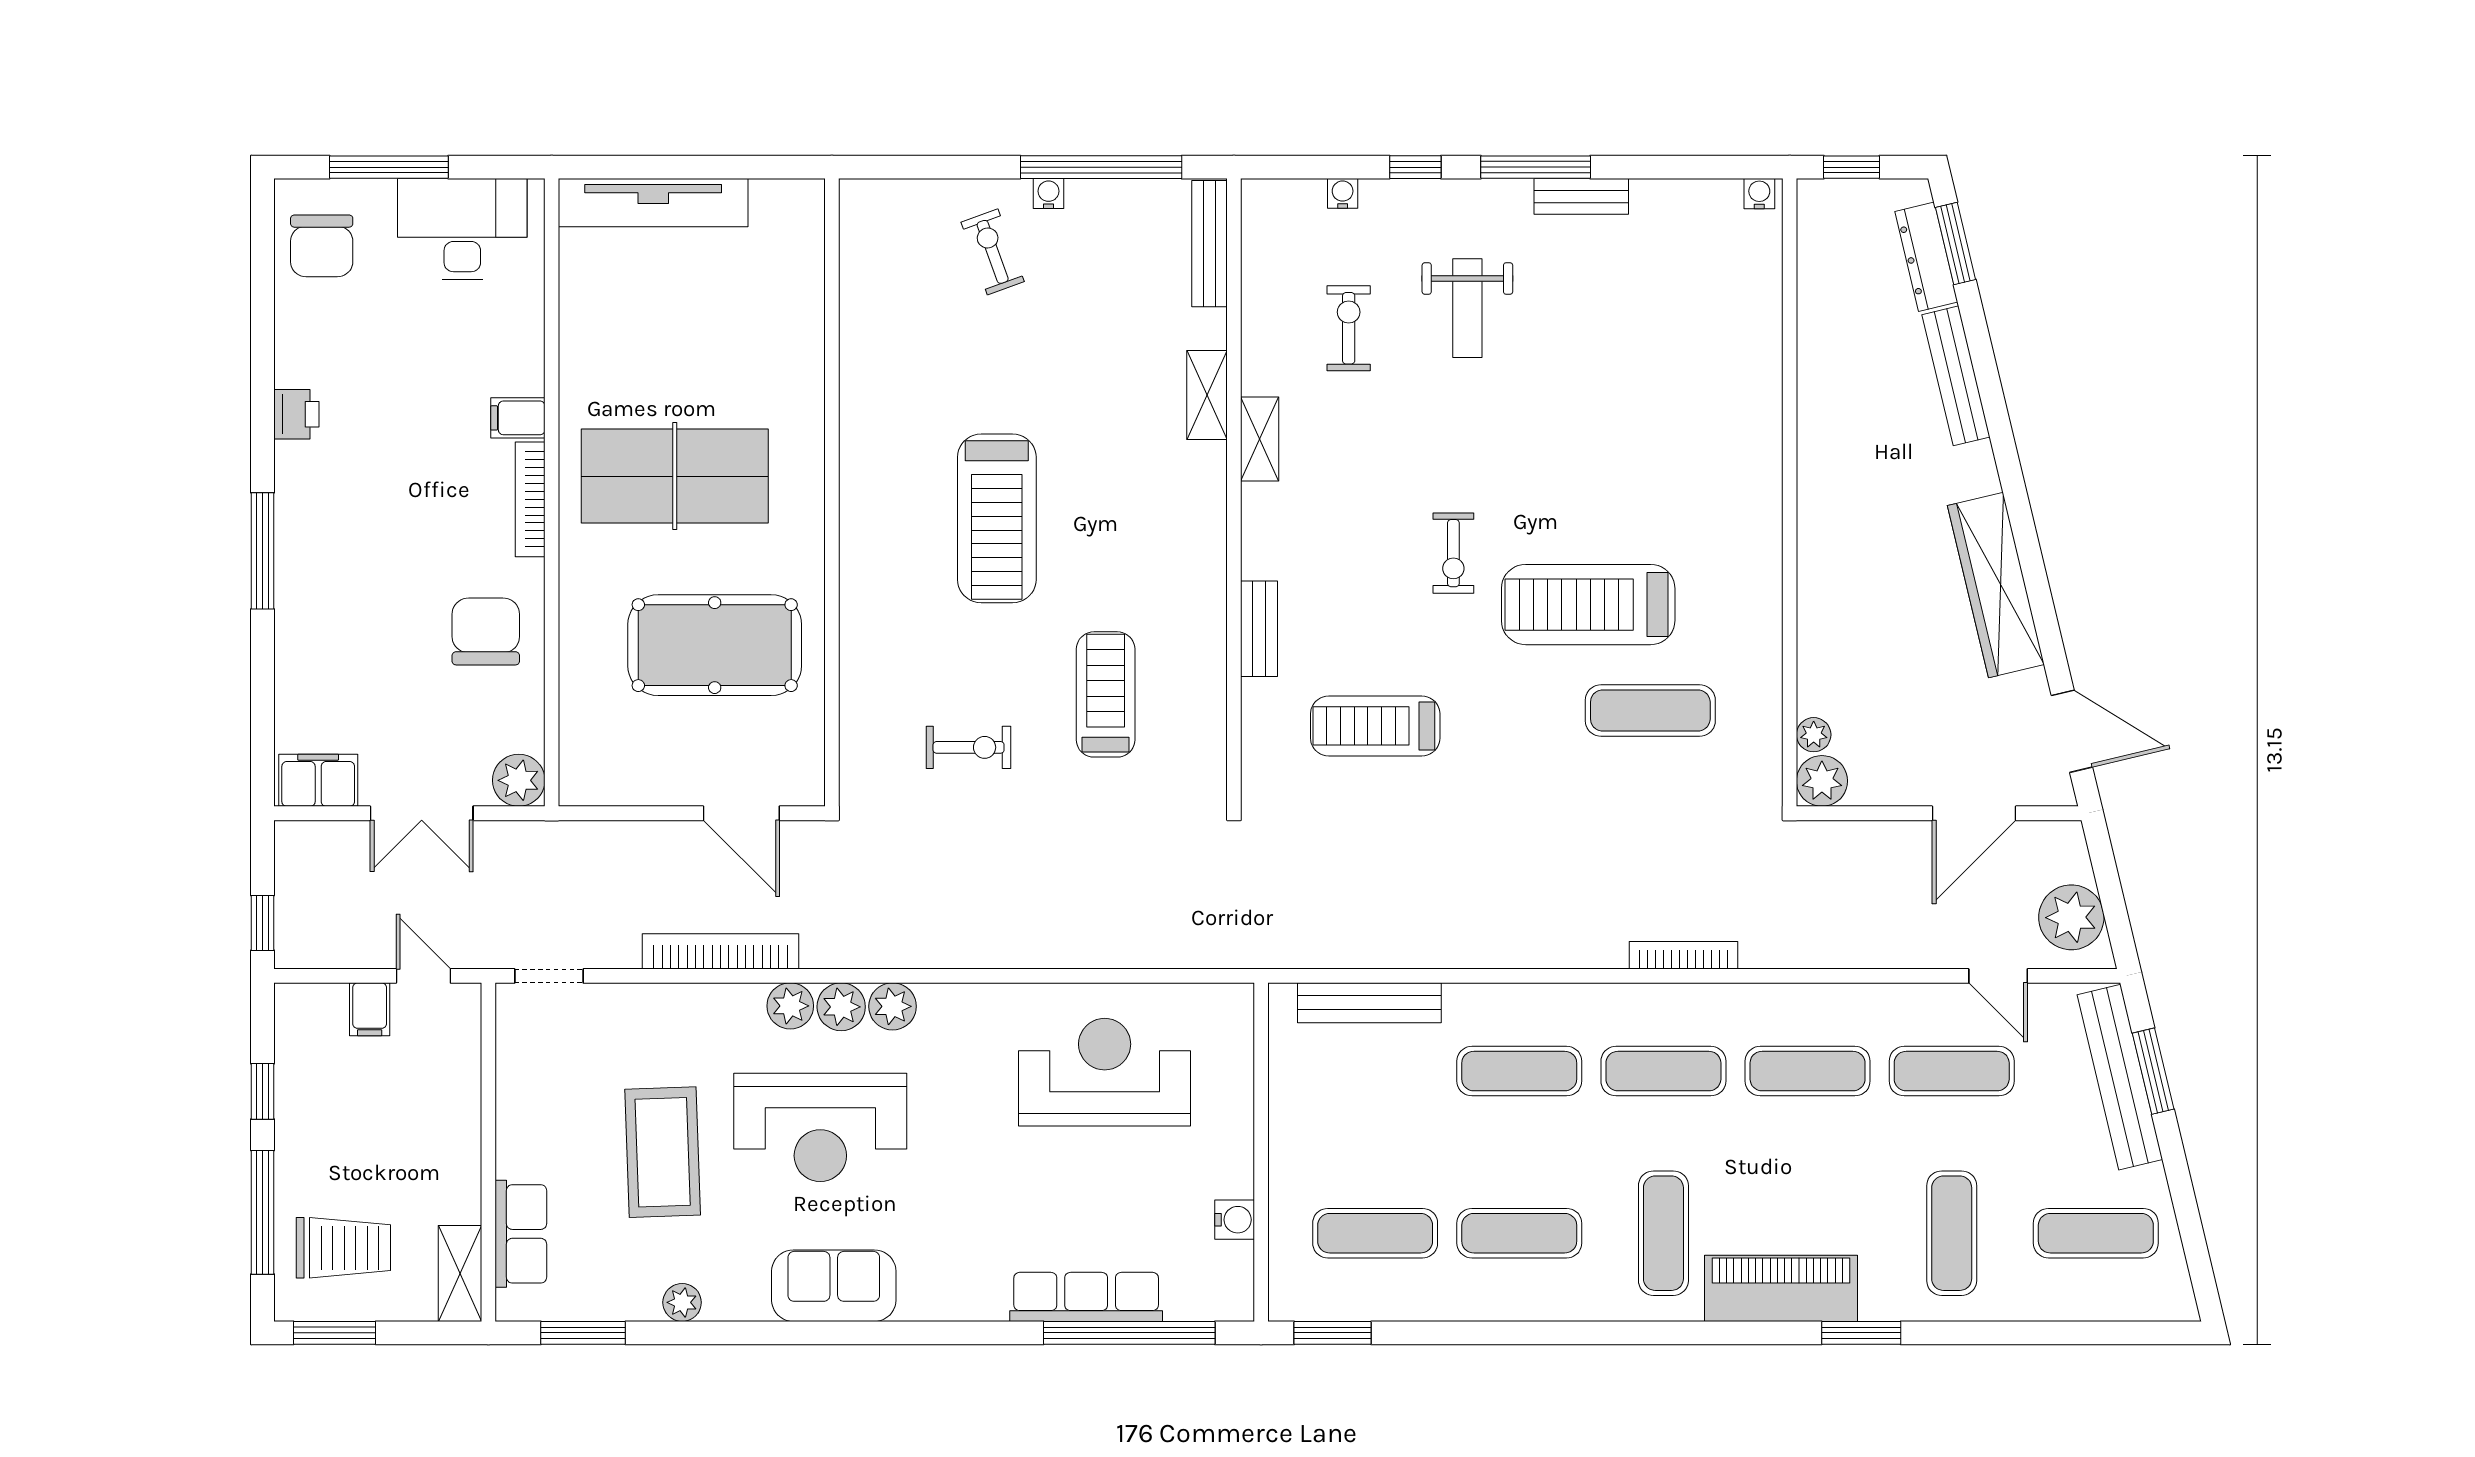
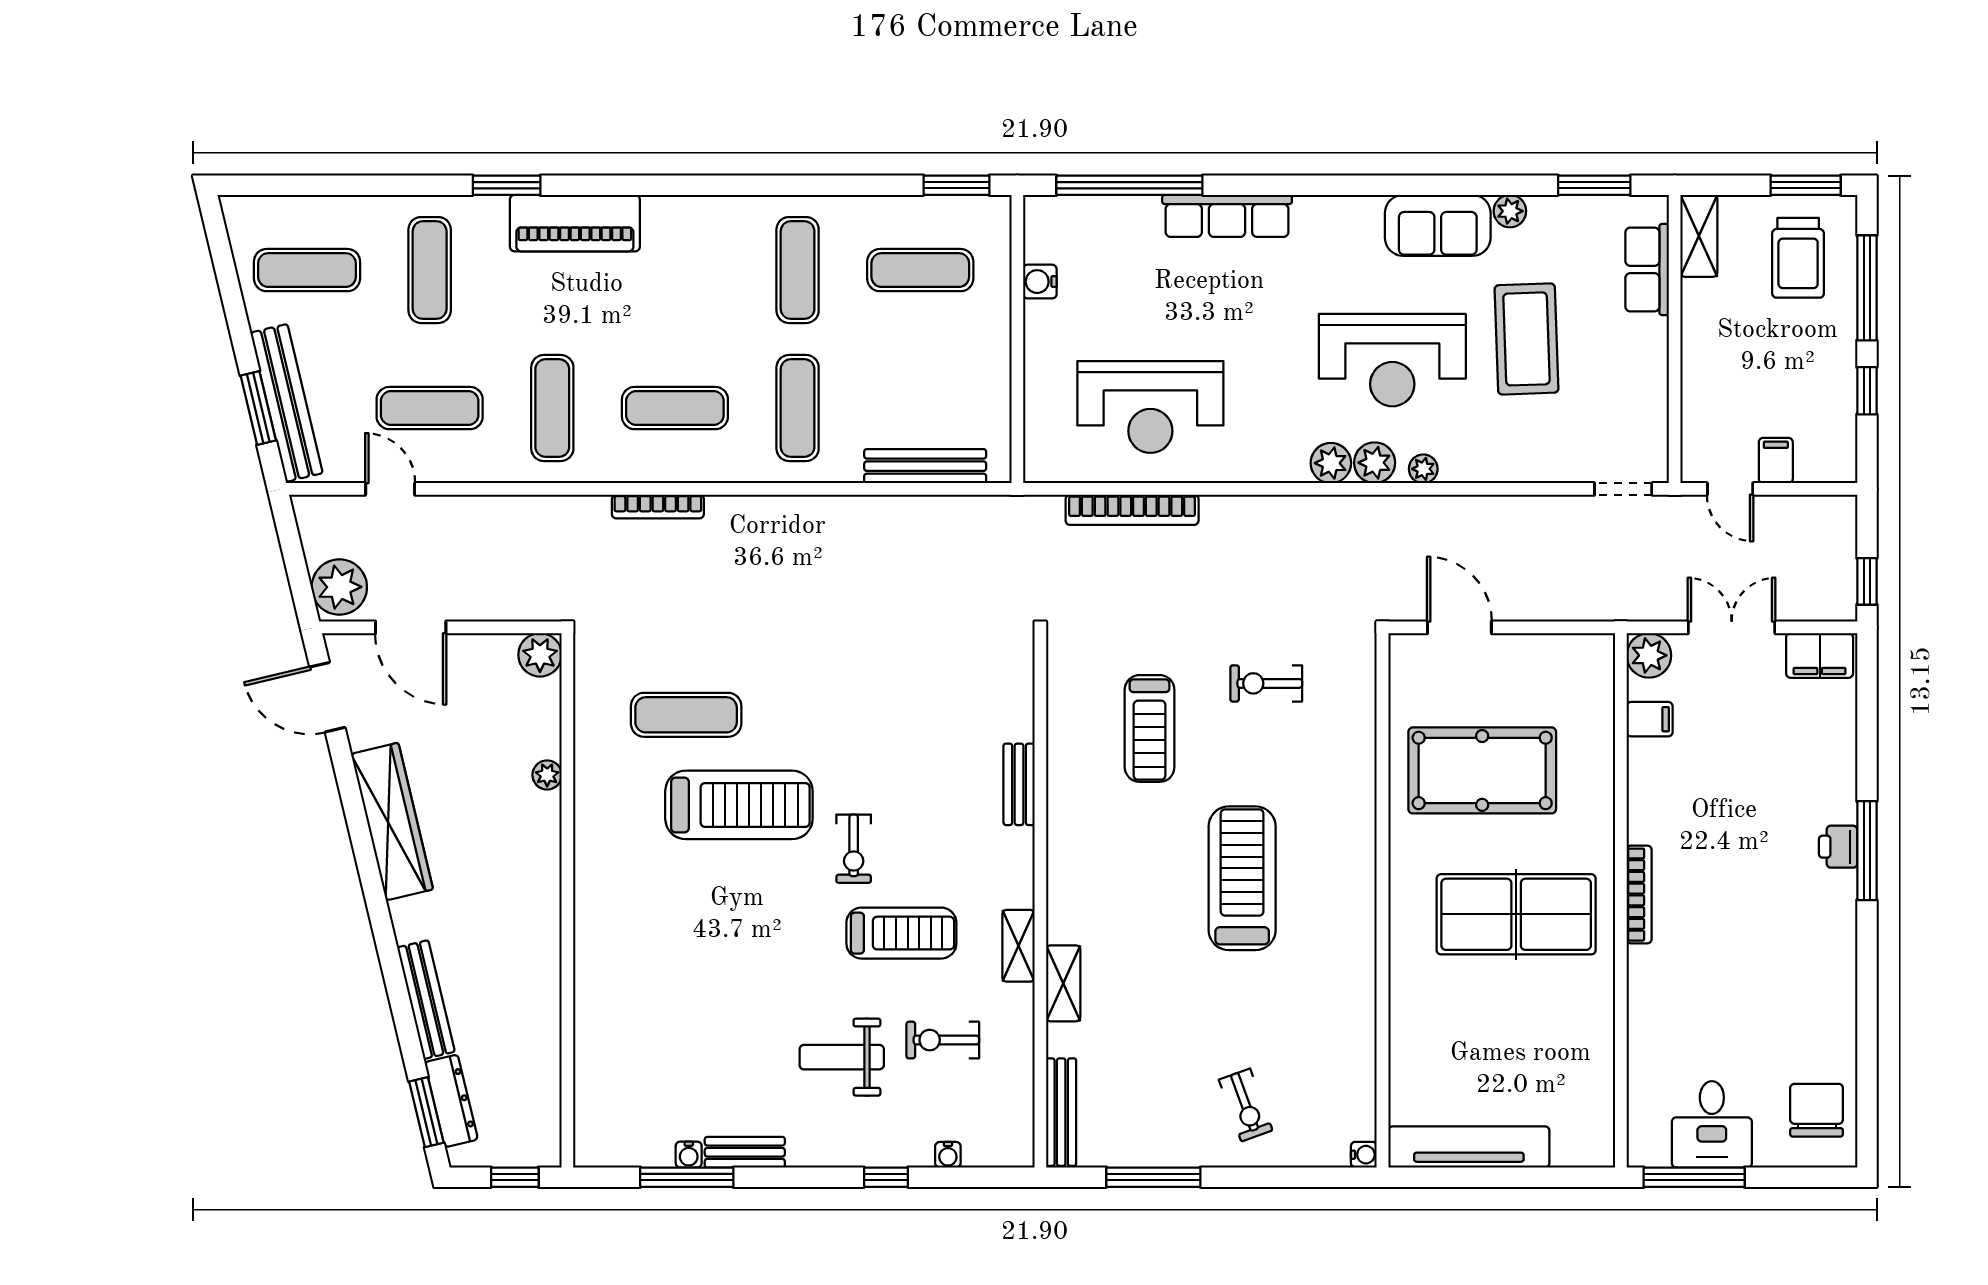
window: (389, 167) -> (1694, 1177), moved
window: (1101, 167) -> (1153, 1177), width x0.68
window: (1536, 167) -> (687, 1177), moved
water cooler: (1048, 194) -> (1364, 1155), moved, turned -90
water cooler: (1759, 194) -> (689, 1155), moved
tv unit: (653, 203) -> (1469, 1147), moved
desk: (462, 229) -> (1712, 1124), width x0.73
weight bench: (1467, 308) -> (842, 1057), turned -90
exercise bike: (1349, 328) -> (943, 1040), turned 90
printer: (296, 414) -> (1838, 847), moved
filing cabinet: (518, 418) -> (1650, 719), moved
exercise bike: (1453, 553) -> (854, 849), turned 180
chair: (486, 631) -> (1677, 782), removed
treadmill: (1375, 726) -> (901, 933), moved
plant: (1814, 735) -> (547, 775), moved
door: (1974, 813) -> (411, 627), swing flipped
plant: (2071, 917) -> (339, 587), moved
window: (263, 923) -> (1867, 581), moved
bookcase: (720, 951) -> (1132, 510), moved
plant: (790, 1006) -> (1423, 469), width x0.73, depth x0.73
exercise mat: (1519, 1071) -> (798, 408), turned 90
exercise mat: (1808, 1071) -> (552, 408), turned 90
reception desk: (820, 1127) -> (1392, 360), turned 180
exercise mat: (1519, 1233) -> (798, 270), turned 90
exercise mat: (1663, 1233) -> (675, 270), removed
trolley: (343, 1248) -> (1798, 258), turned -90
sofa: (834, 1286) -> (1438, 225), moved
row of seats: (1086, 1297) -> (1227, 216), moved

